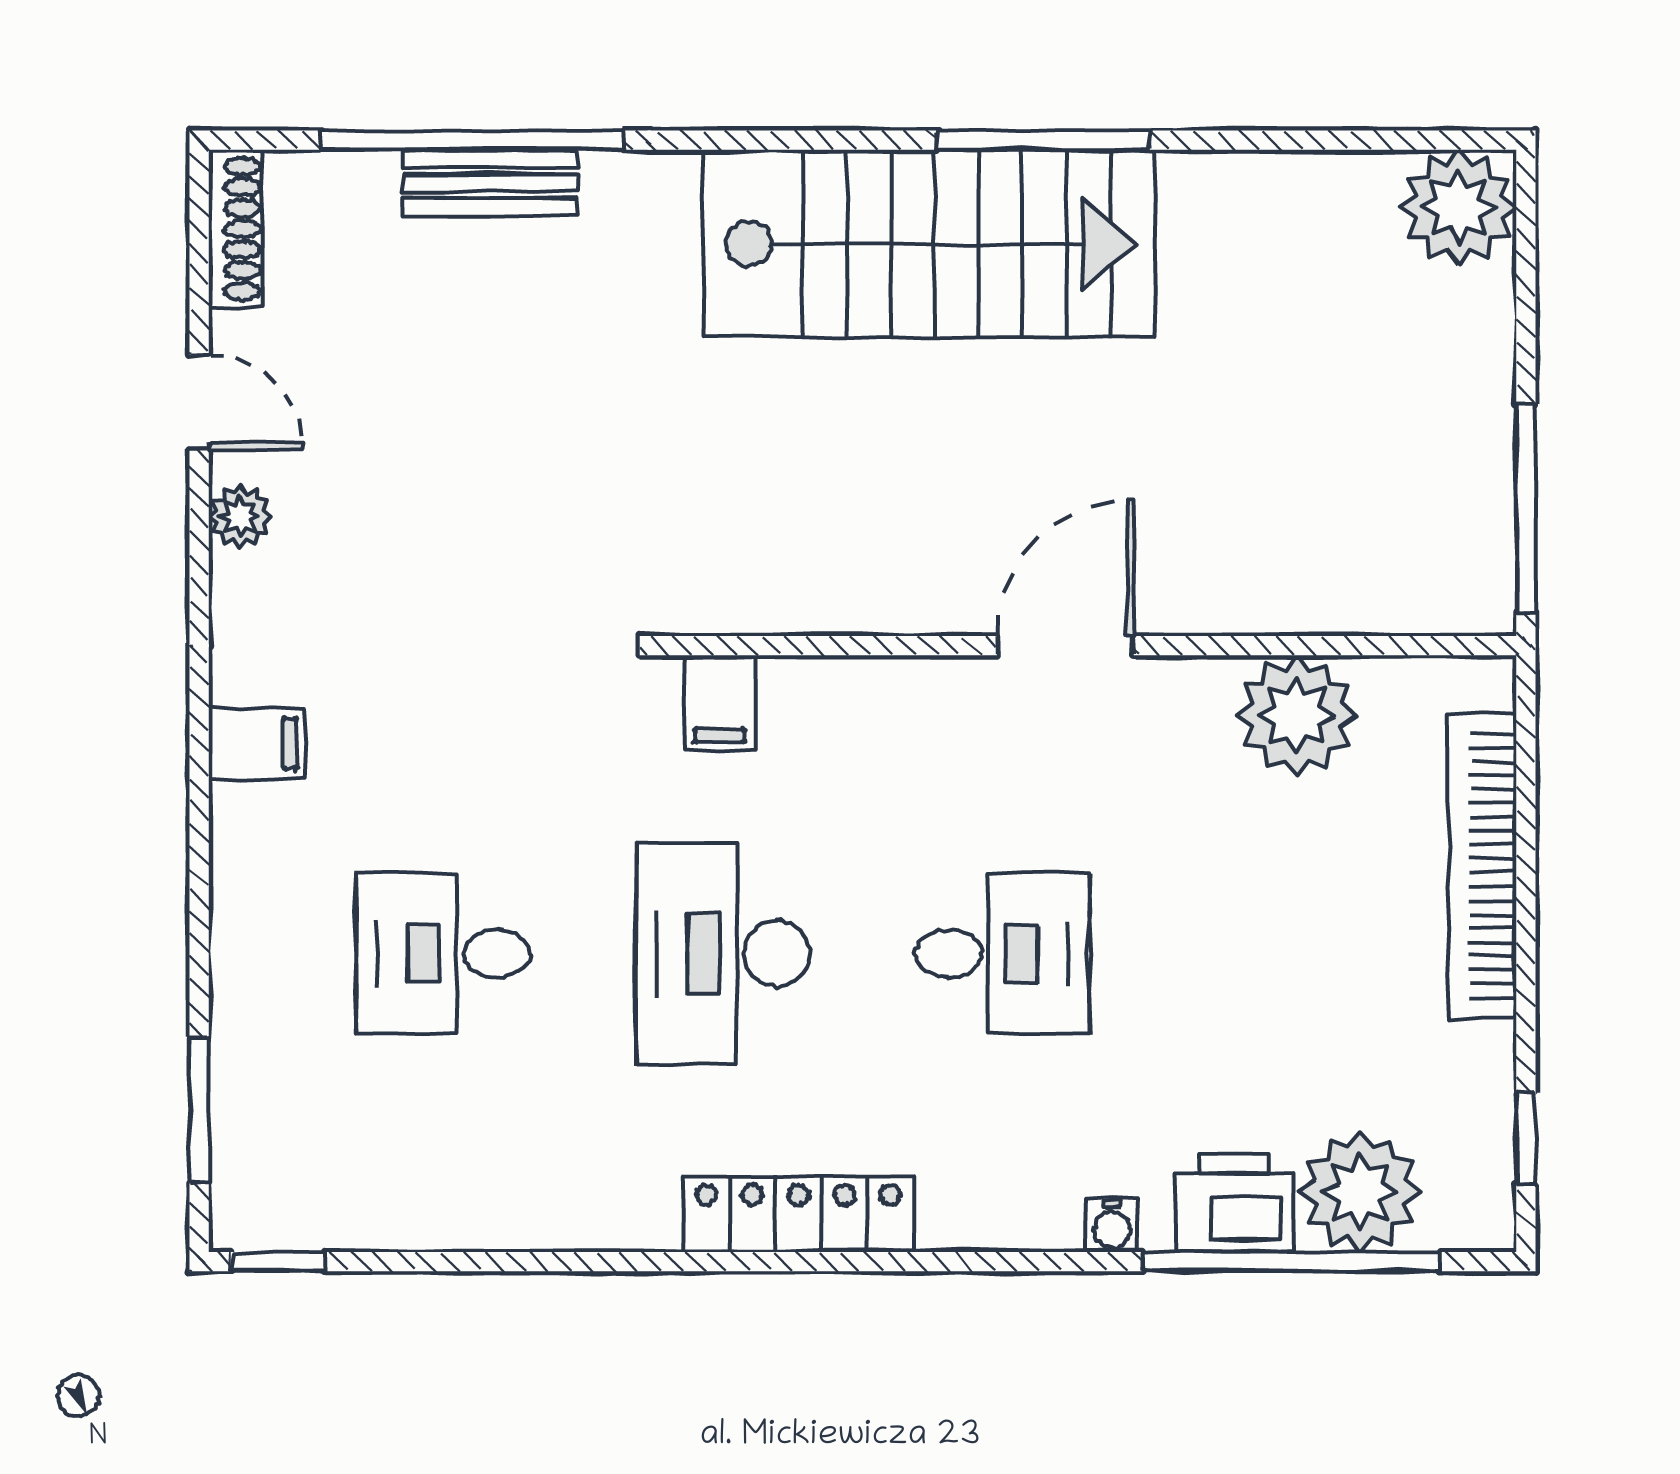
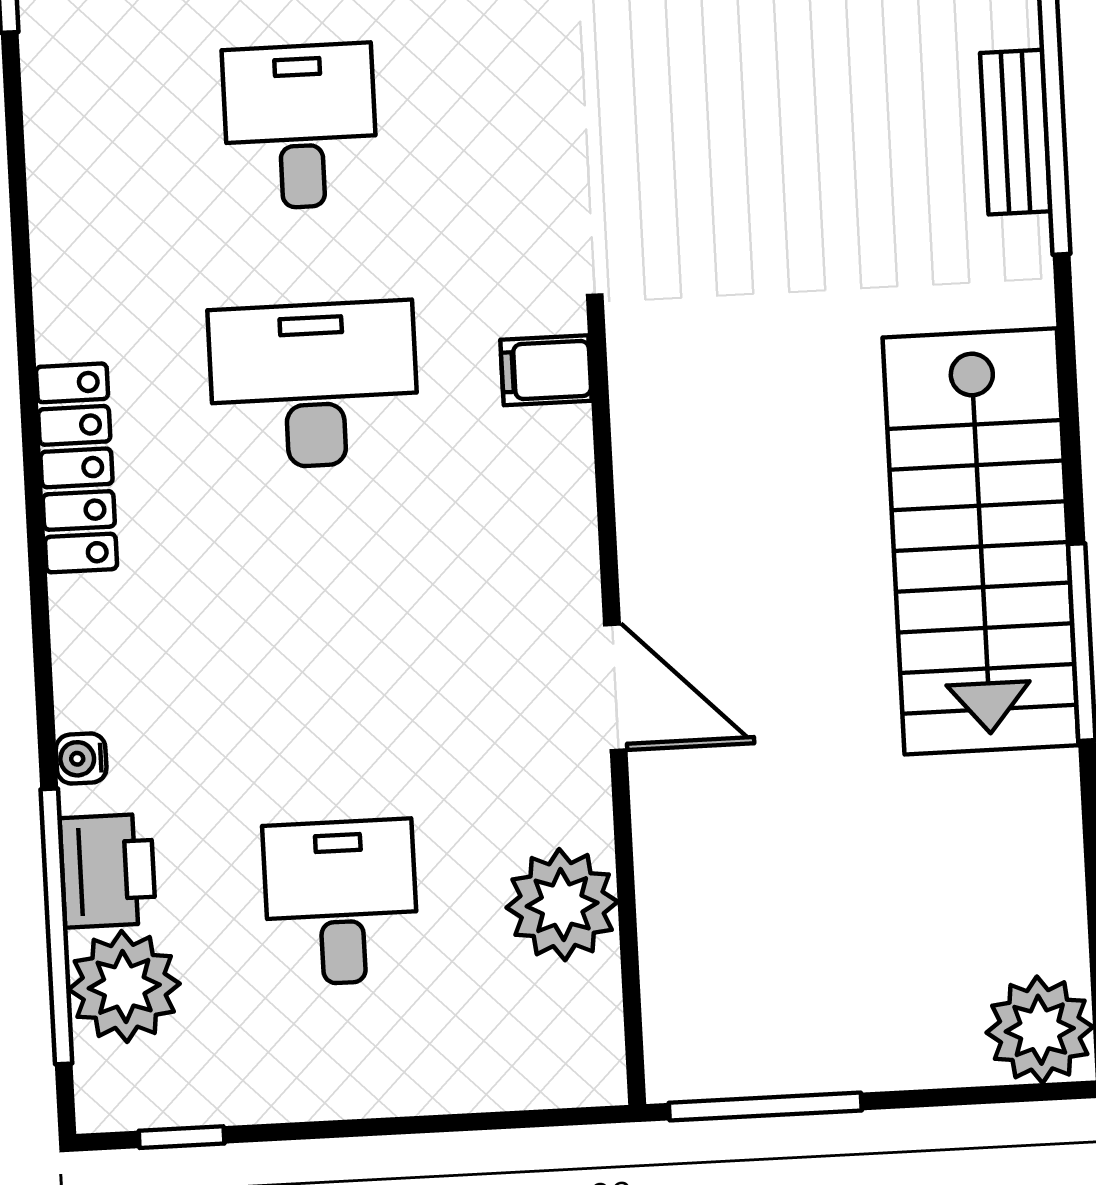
bookcase: (1482, 866) -> (432, 1083), removed
desk: (1002, 954) -> (341, 902), moved, turned 180

